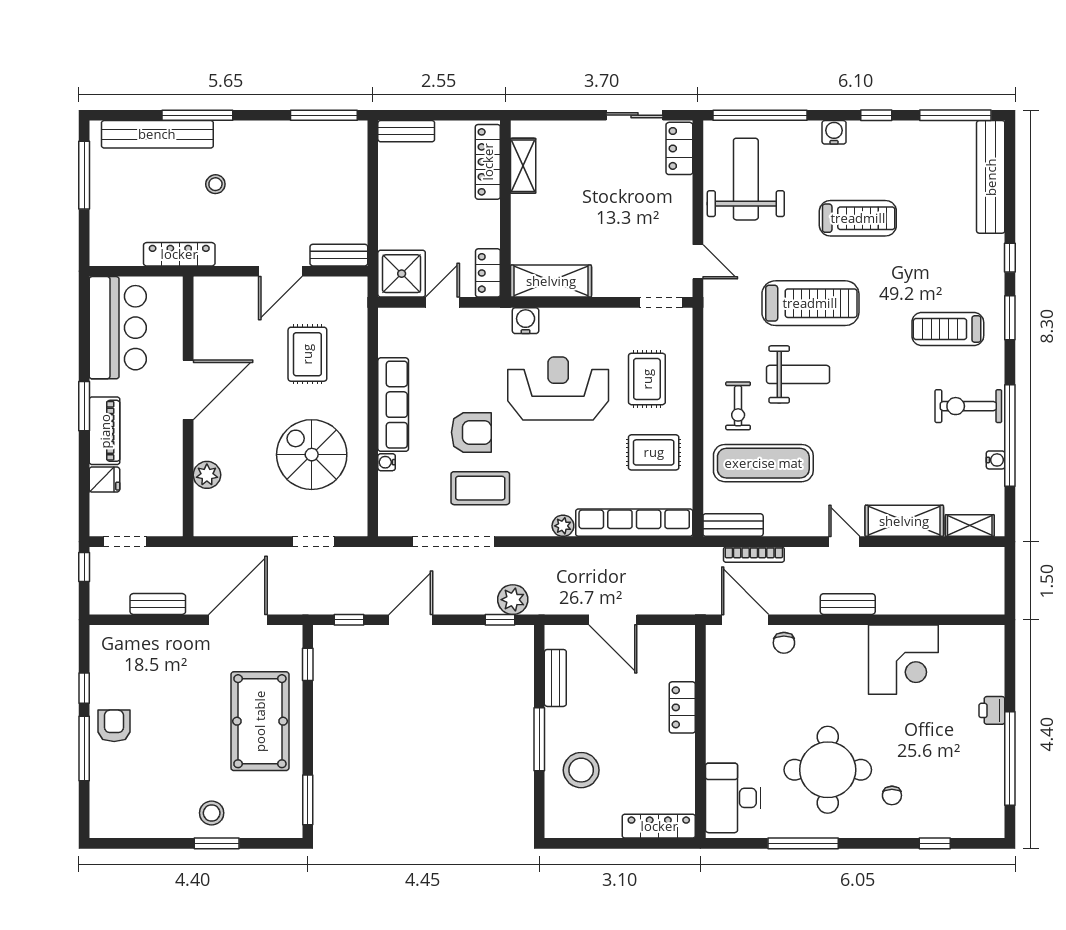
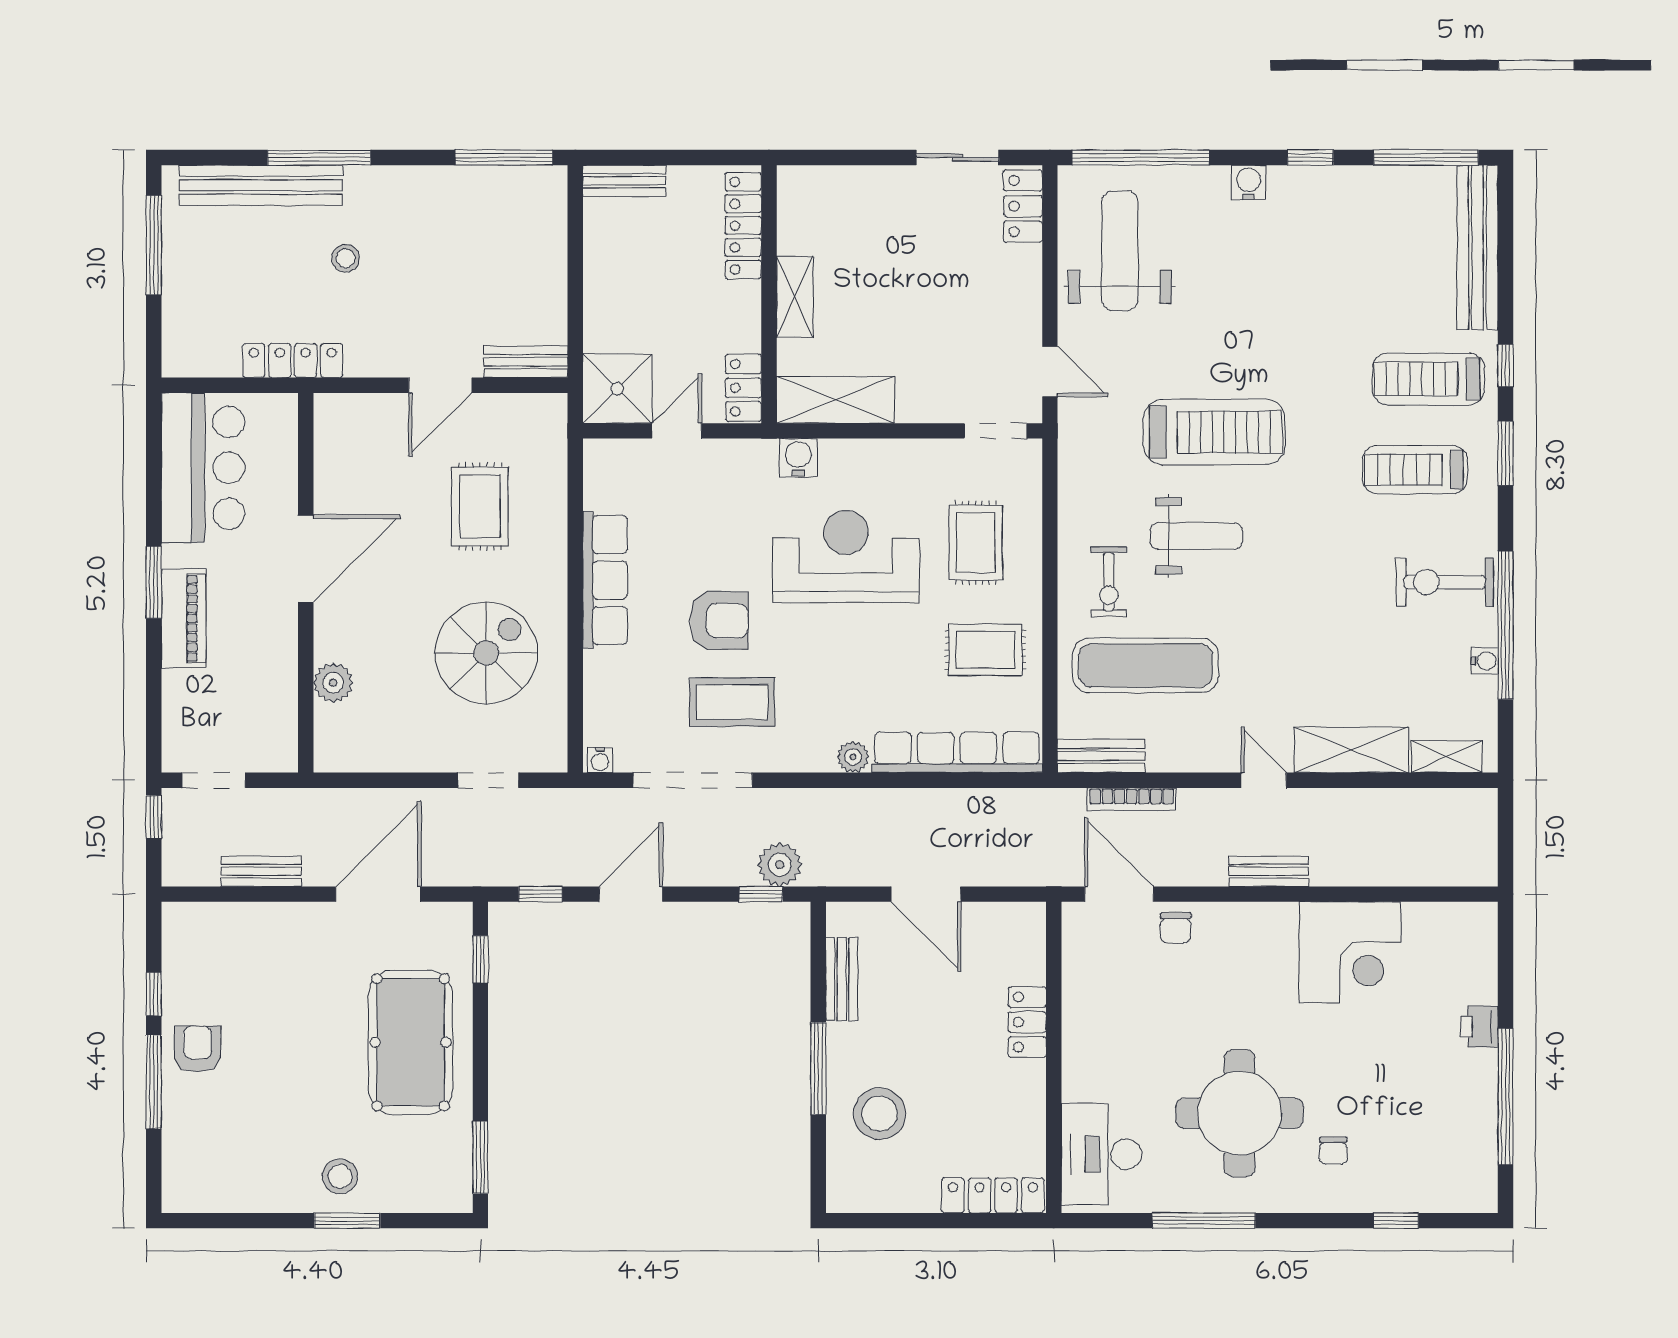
shelving: (523, 166) -> (795, 297), moved
treadmill: (858, 218) -> (1428, 379), moved, turned 180
spiral stairs: (312, 455) -> (486, 653), turned 90
water cooler: (387, 462) -> (600, 760), moved, turned -90
fridge: (104, 479) -> (183, 689), removed

